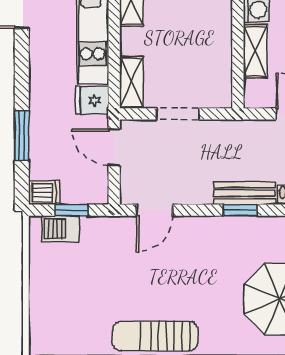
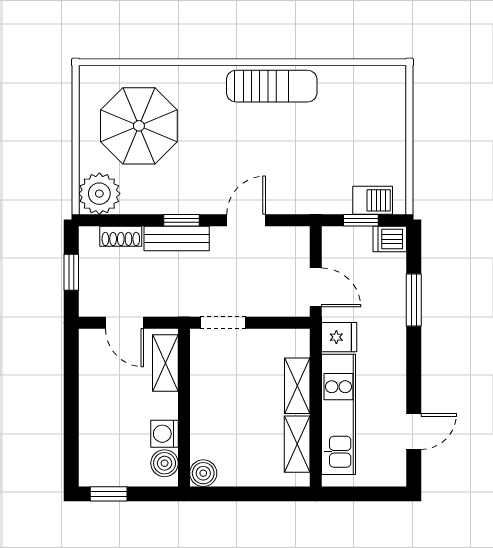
shelving: (255, 51) -> (165, 363), moved
shelving: (131, 82) -> (297, 386), moved
doorway: (178, 114) -> (223, 323), moved
door: (154, 210) -> (246, 220), moved

